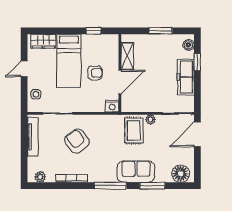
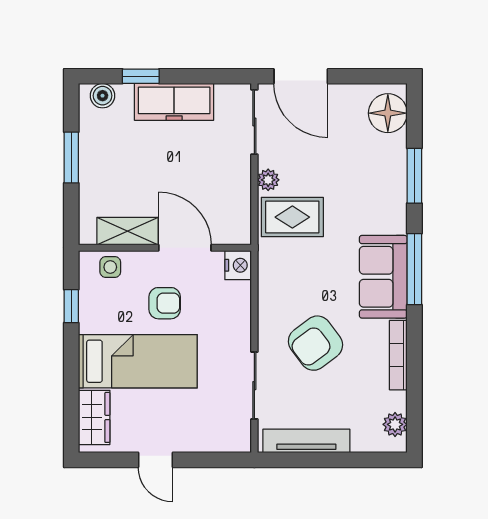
armchair: (95, 73) -> (165, 303), turned 90
side table: (36, 94) -> (110, 267), moved
sofa: (136, 172) -> (383, 277), moved

